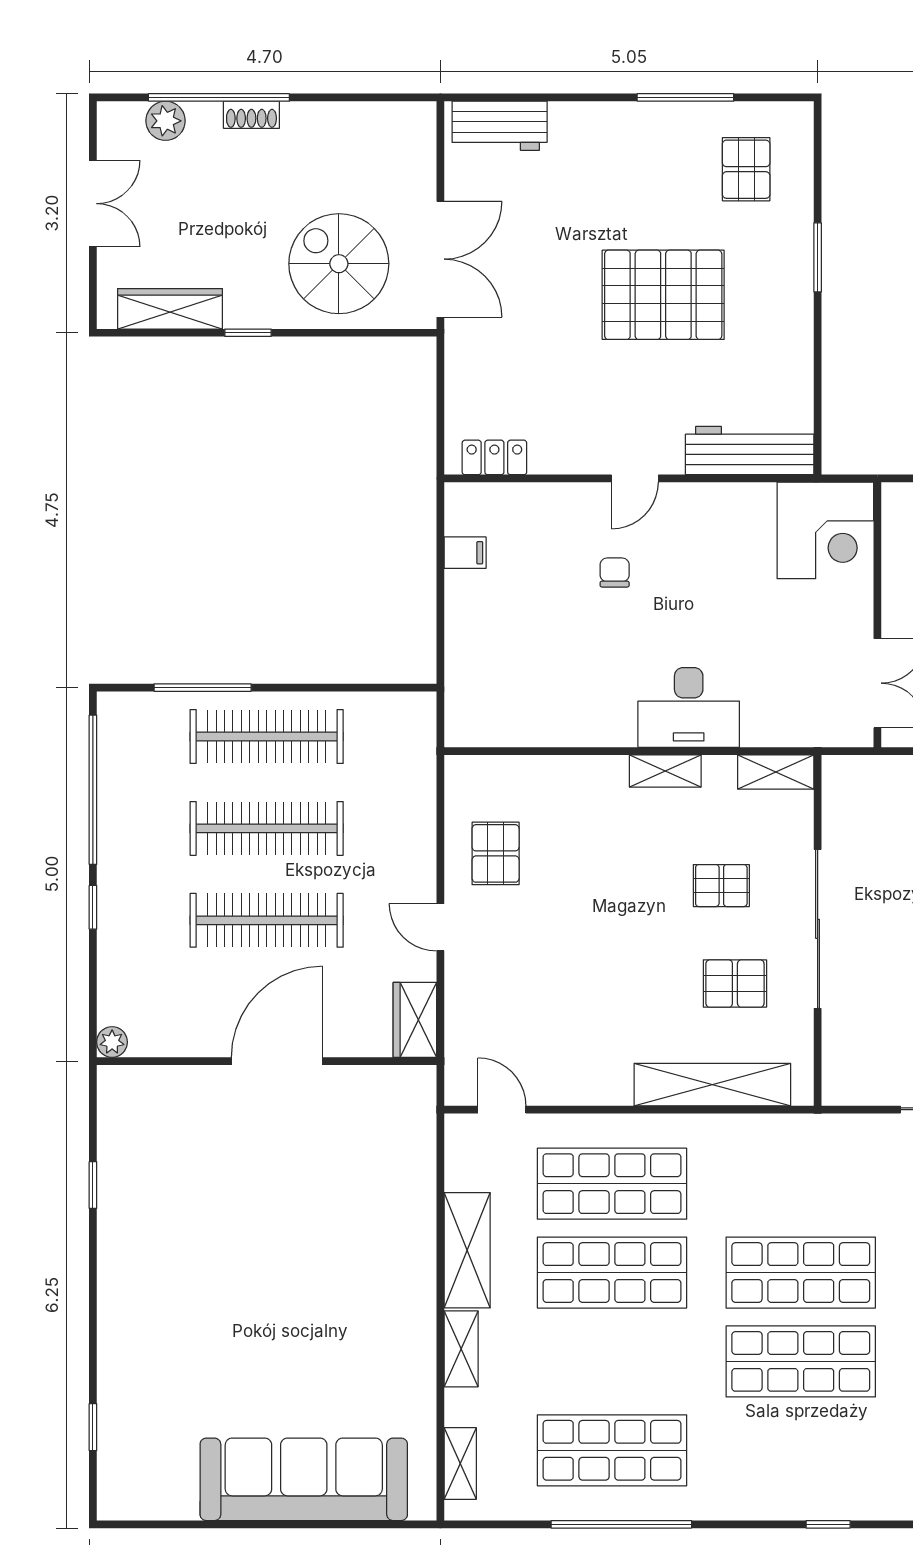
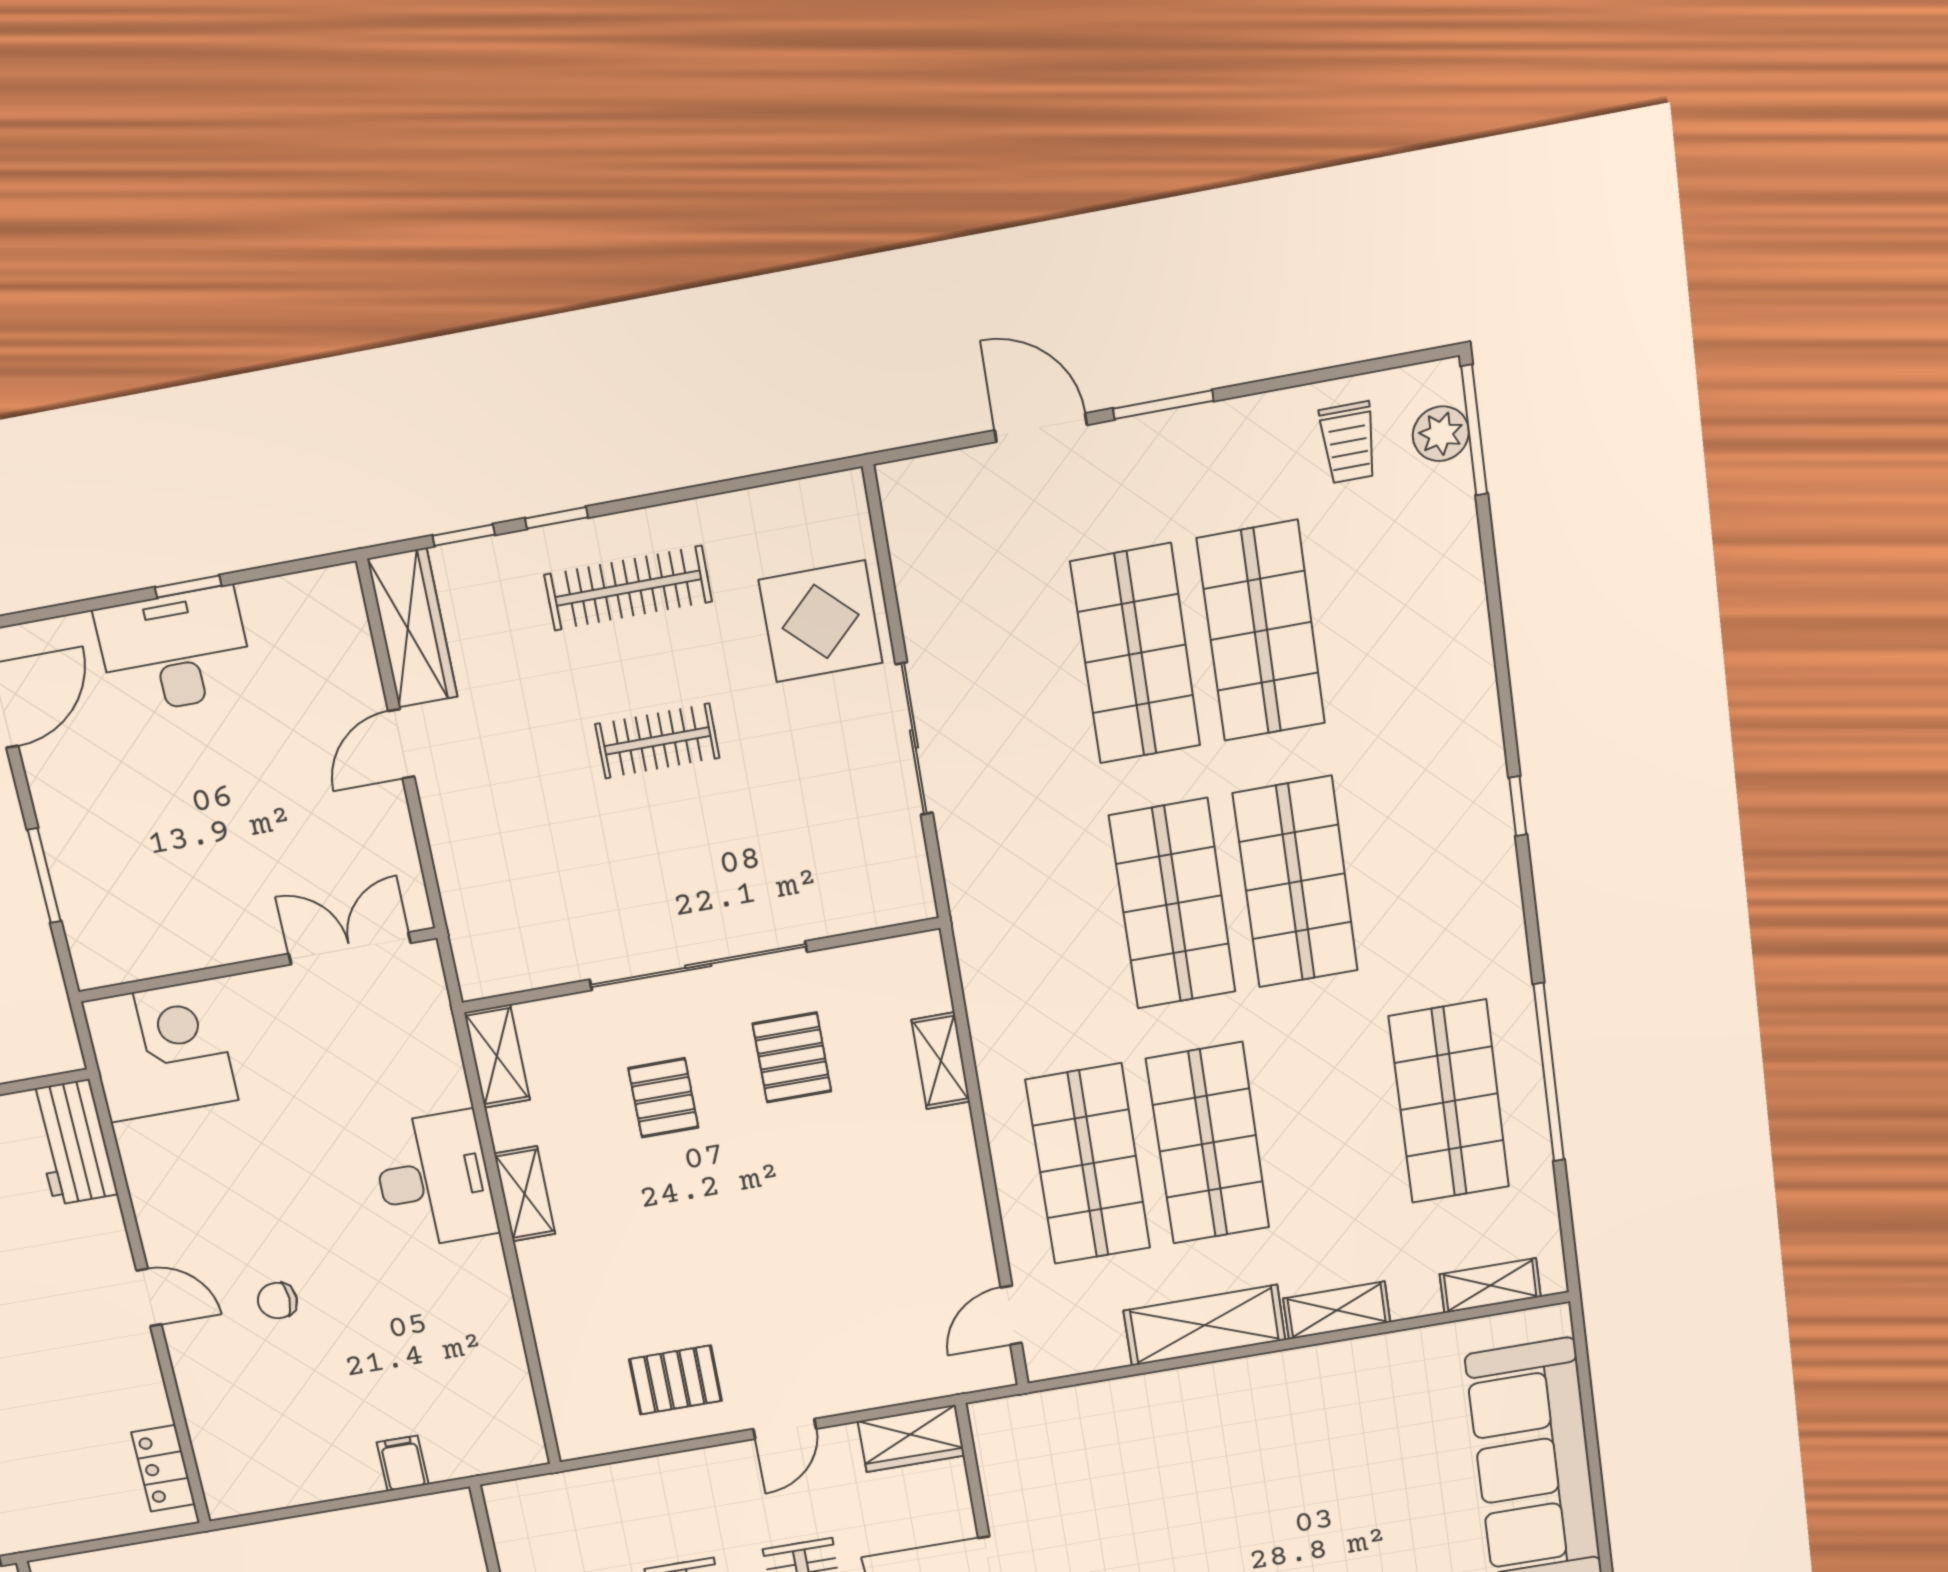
workbench: (750, 451) -> (72, 1142), width x0.73
filing cabinet: (465, 553) -> (403, 1463), moved
shelving: (712, 1085) -> (941, 1061), width x0.45, depth x0.75

